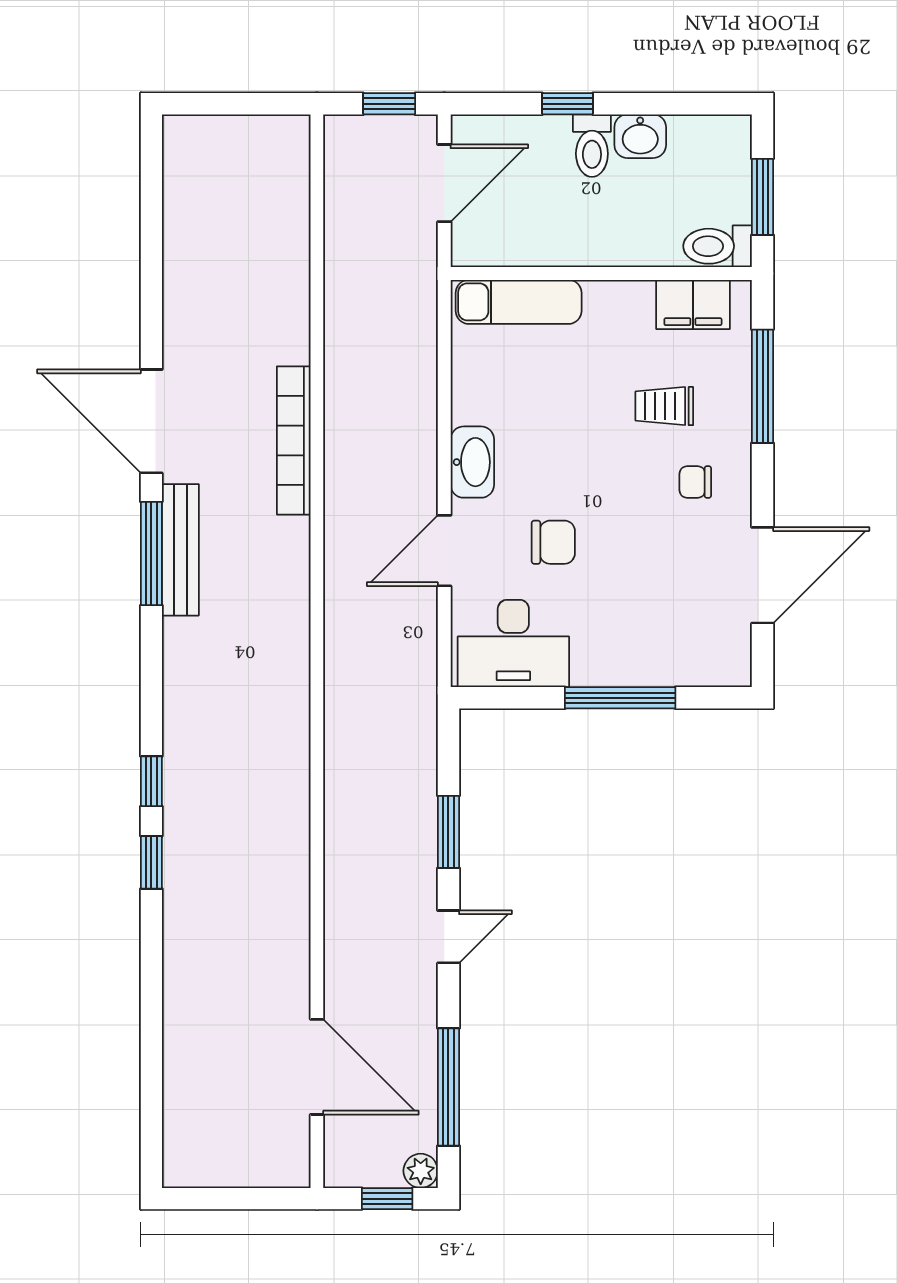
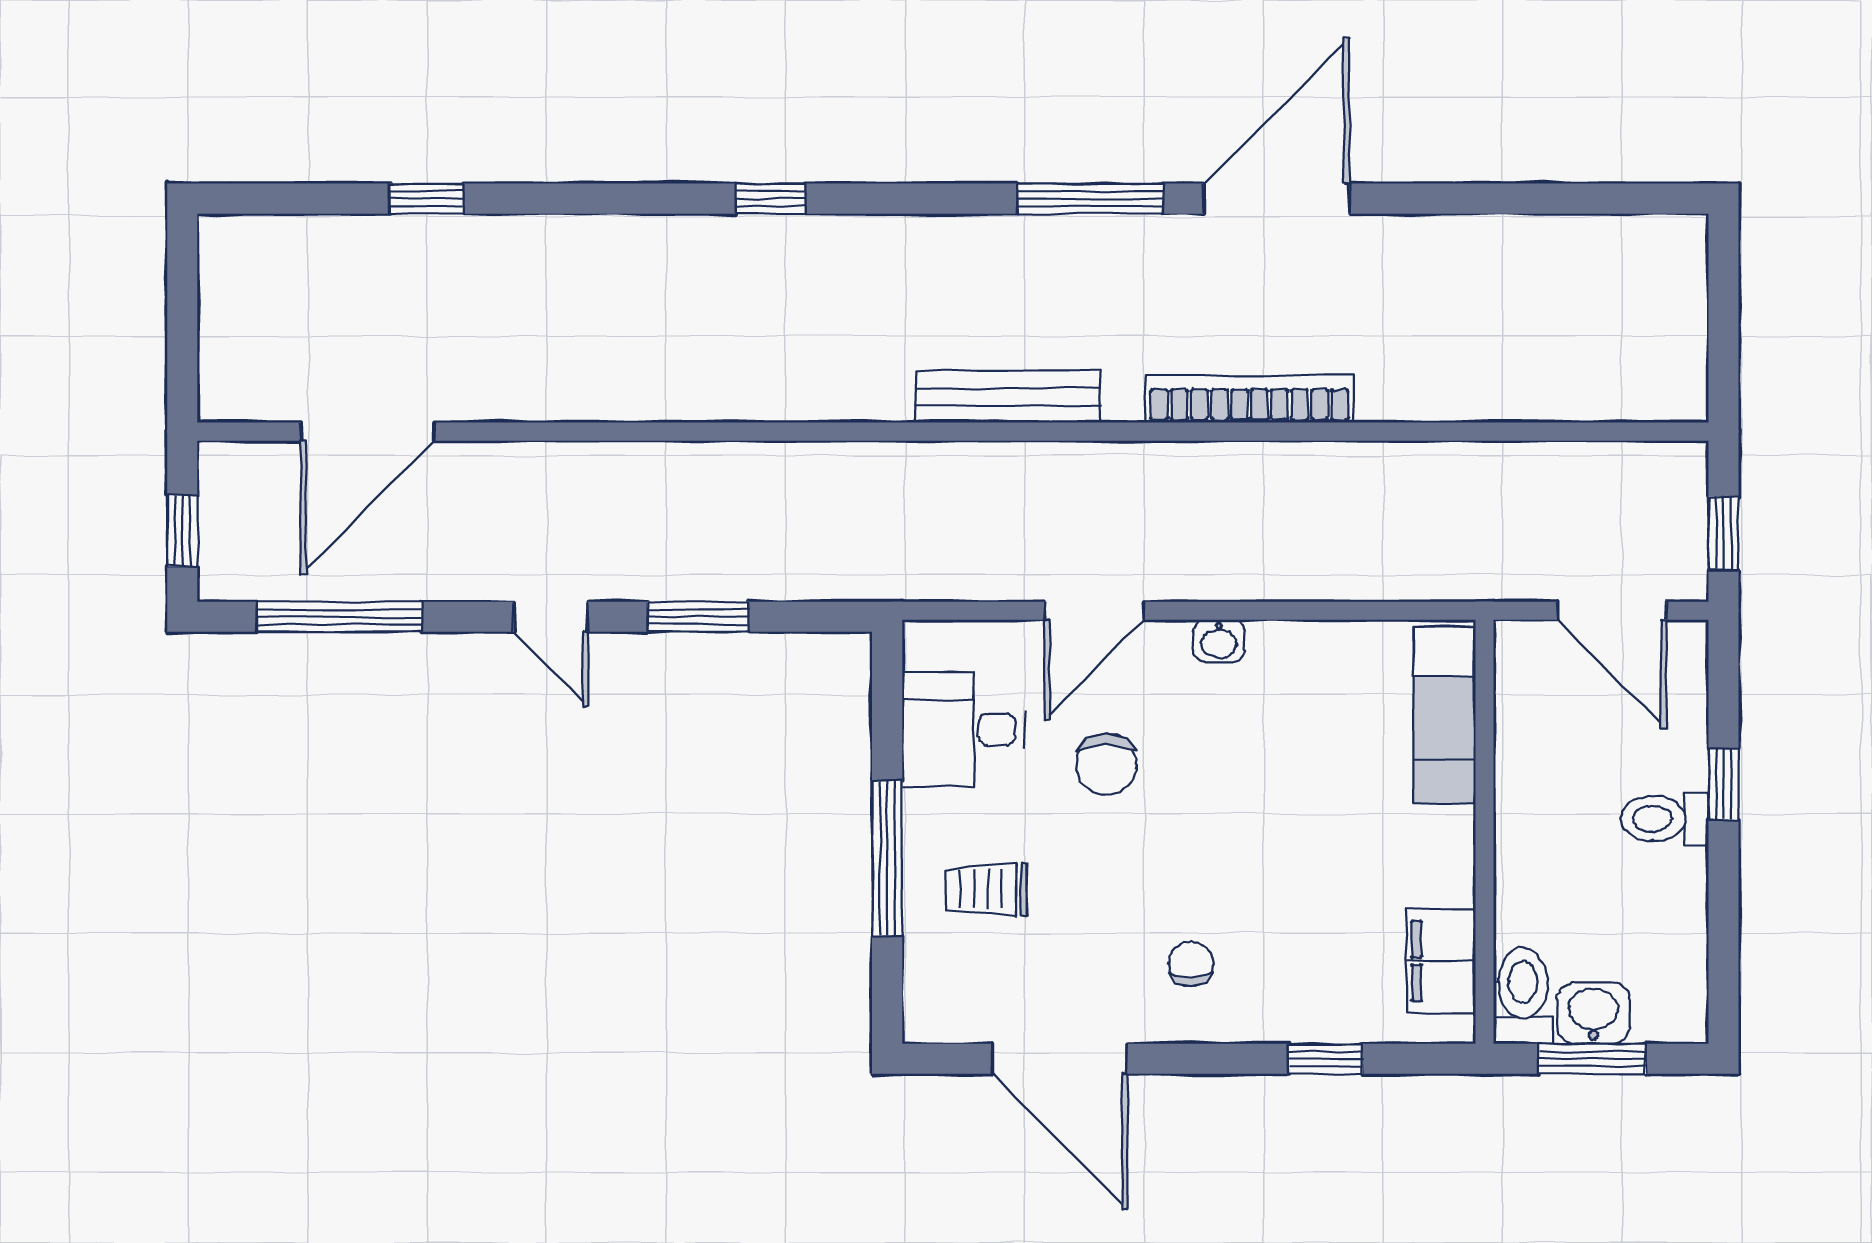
washbasin: (640, 136) -> (1593, 1013), moved, turned 90
window: (763, 386) -> (1326, 1059), width x0.46
trolley: (664, 406) -> (986, 889), moved, turned -90
washbasin: (472, 462) -> (1219, 641), width x0.52, depth x0.69
bench: (180, 550) -> (1008, 397), moved
door: (444, 551) -> (1094, 611), swing flipped
desk: (513, 643) -> (964, 729), width x0.73
window: (151, 862) -> (426, 199), moved
plant: (421, 1171) -> (221, 578), removed

